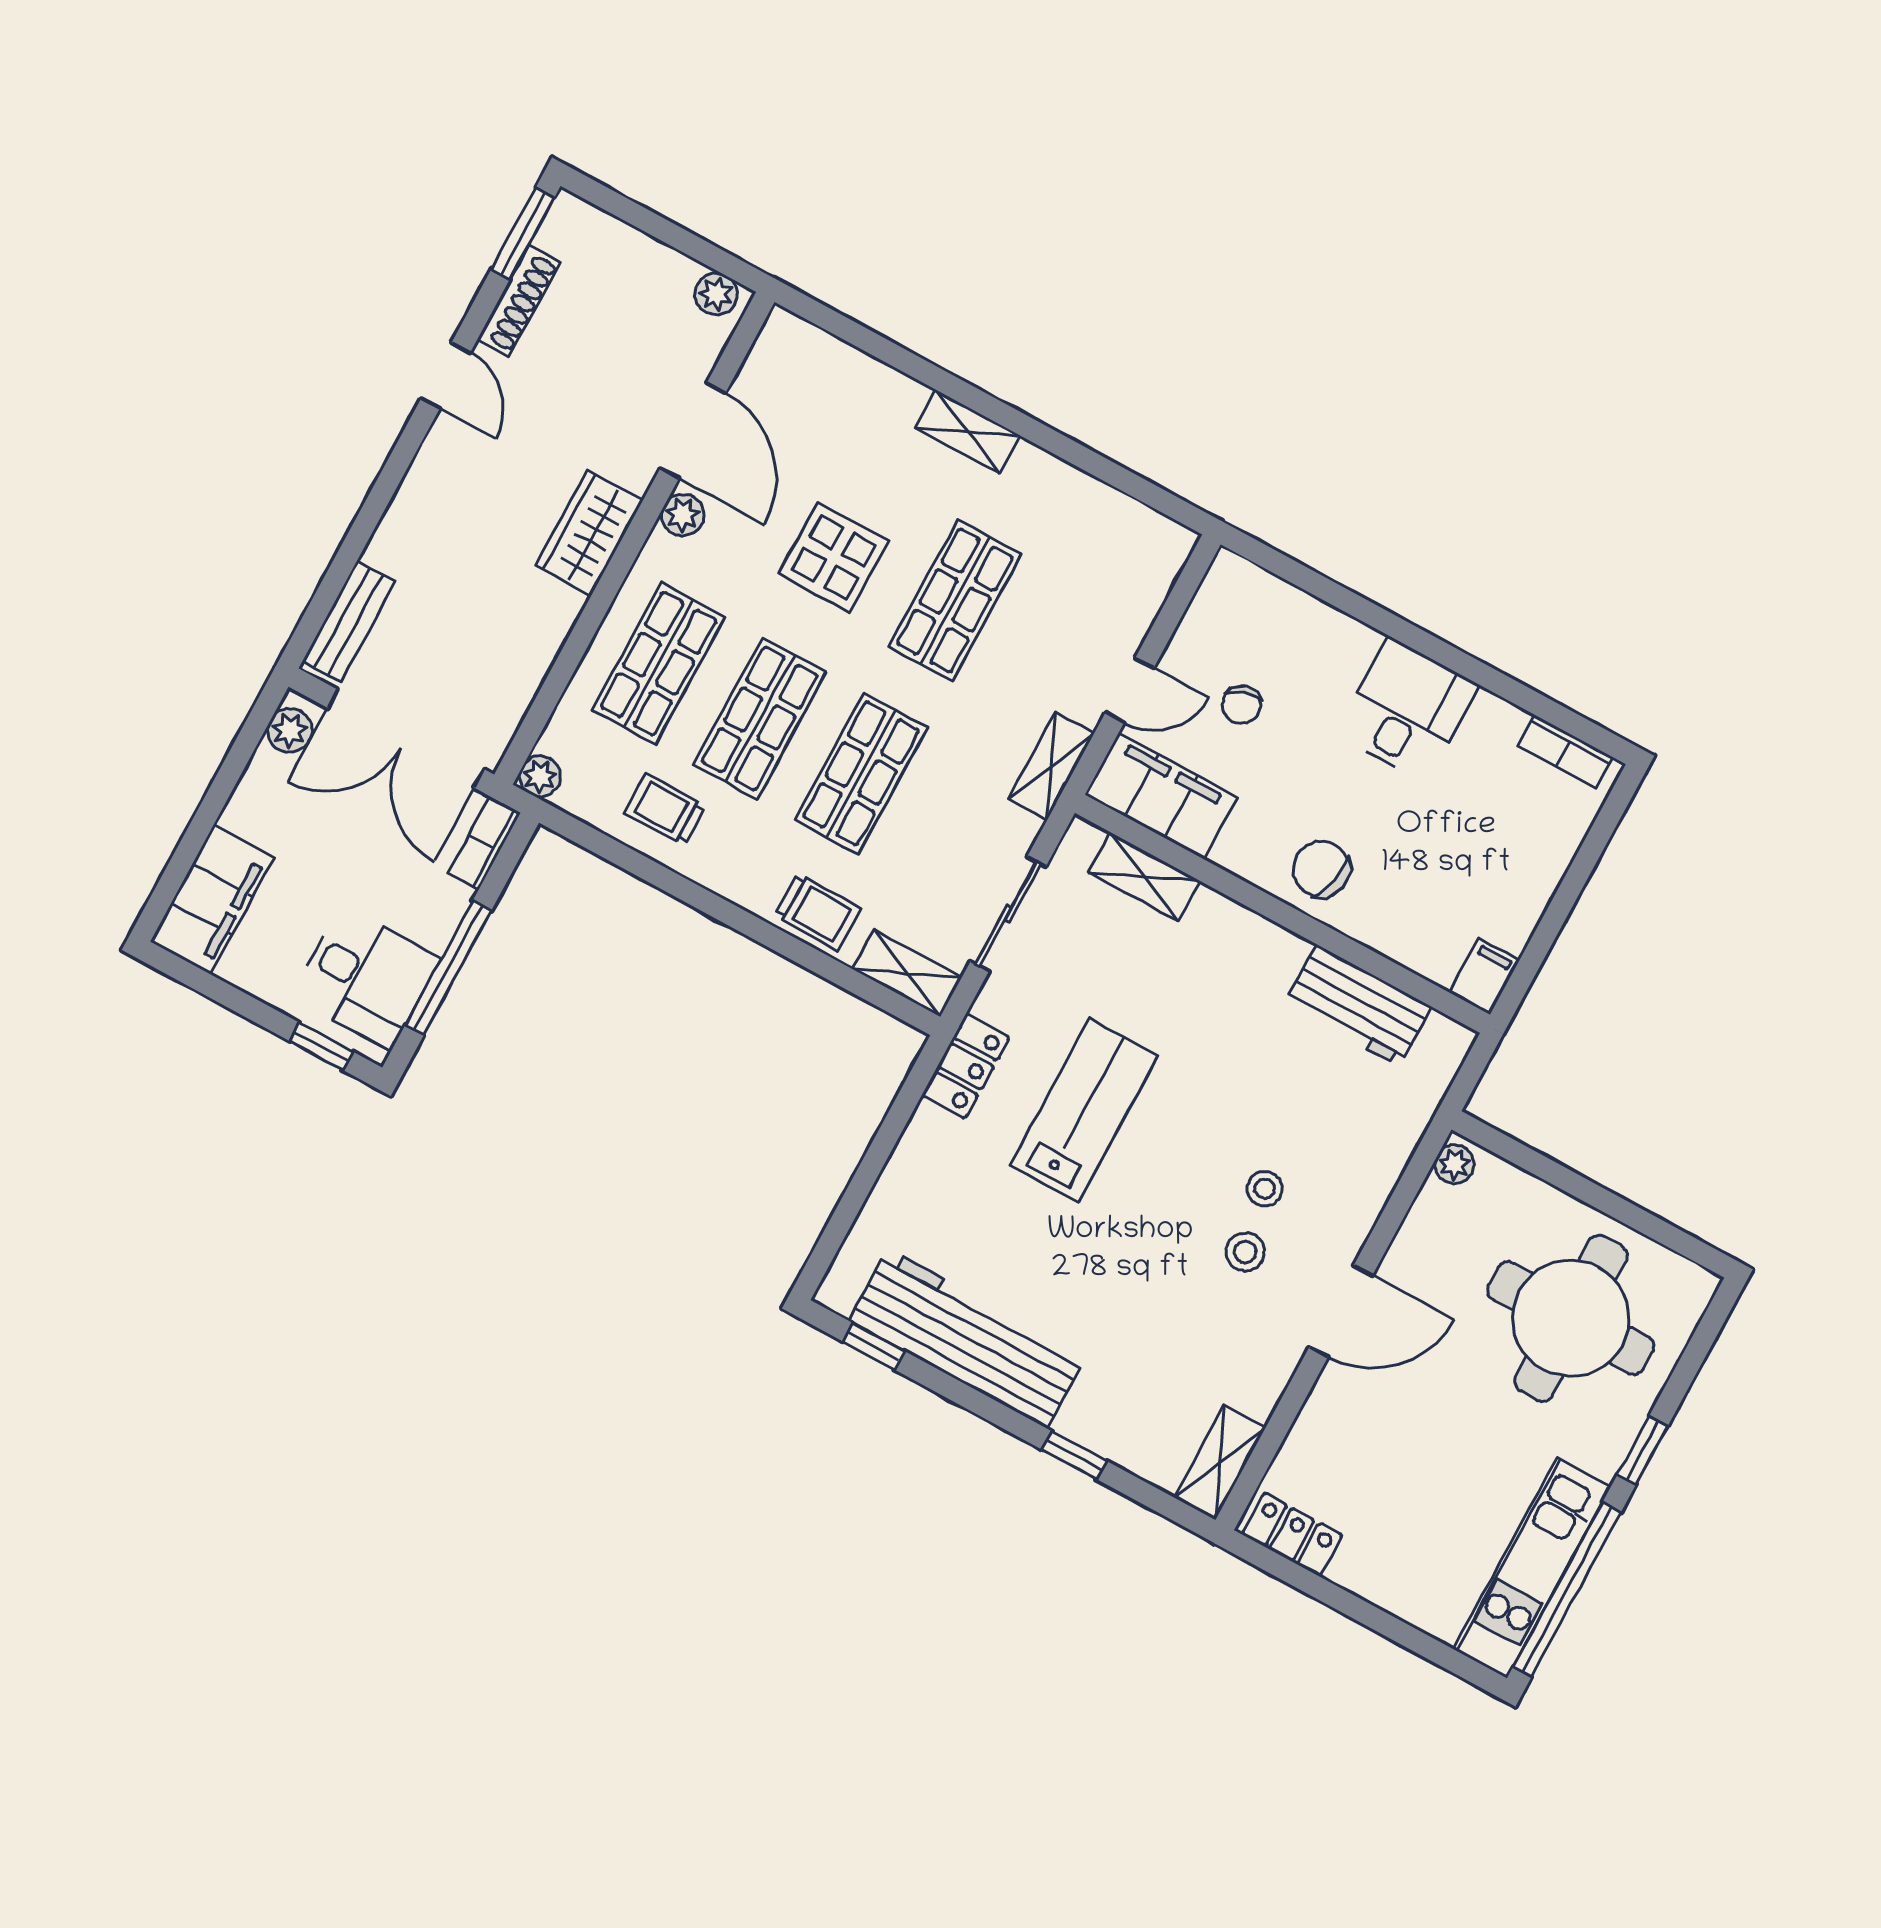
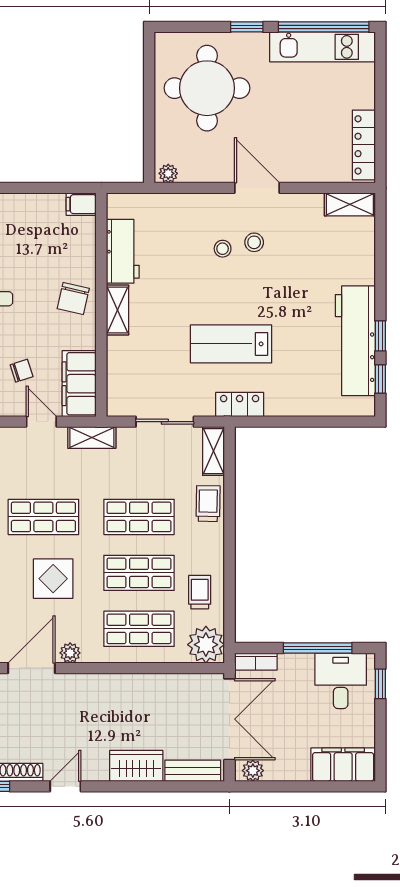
wardrobe: (589, 533) -> (136, 766), moved, turned 180
plant: (540, 776) -> (206, 645), width x1.87, depth x1.87
trolley: (665, 809) -> (200, 592), turned 180
shelving: (1144, 877) -> (117, 310), moved
window: (1075, 1455) -> (380, 336), moved
locker: (1292, 1535) -> (364, 145), width x1.53

